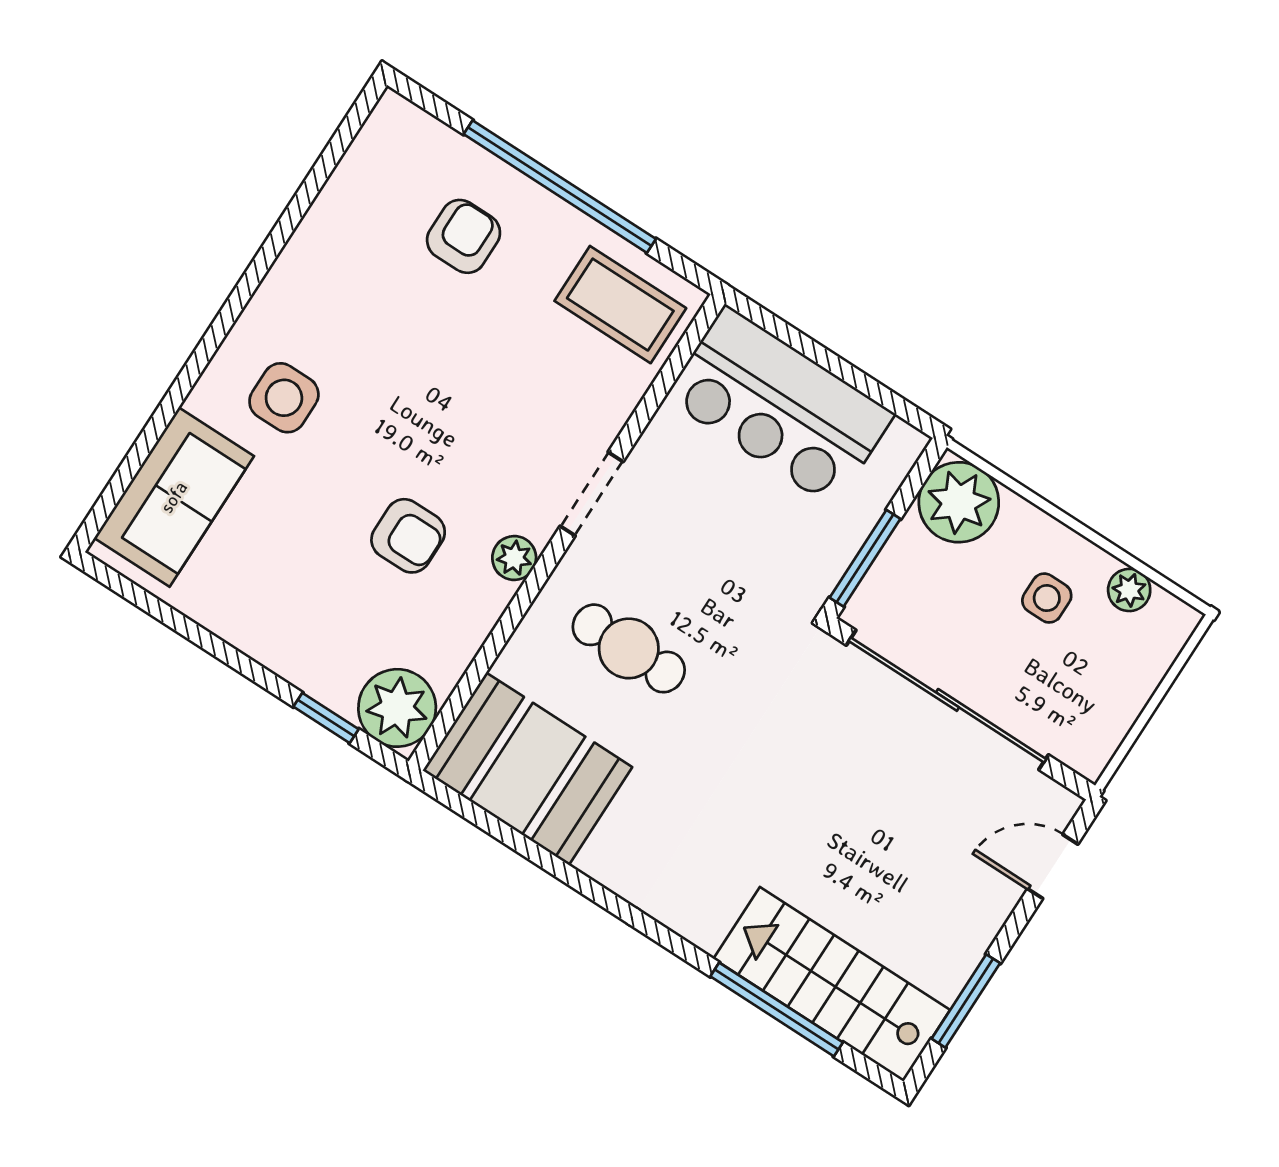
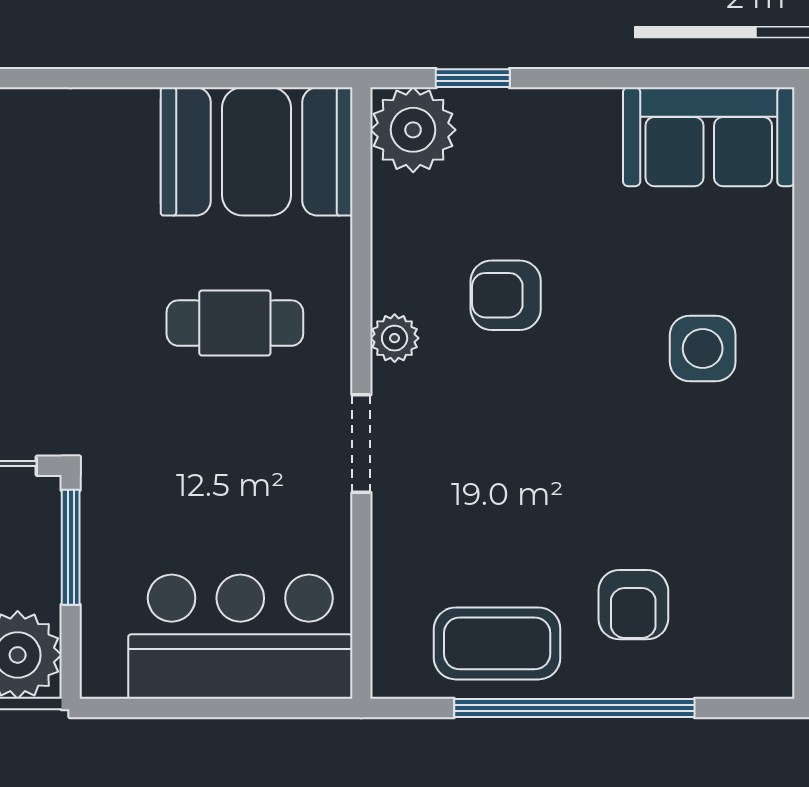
coffee table: (620, 305) -> (497, 643), moved
sofa: (174, 497) -> (709, 137), moved, turned -90

